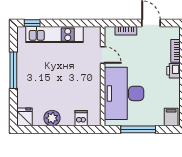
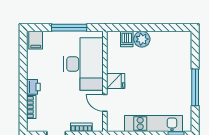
fridge: (24, 117) -> (116, 81), moved, turned -90
plant: (52, 118) -> (142, 39), moved

